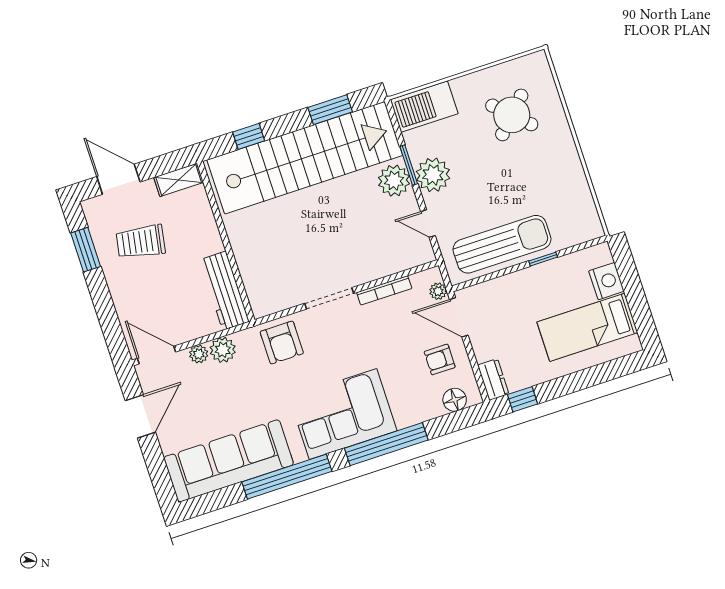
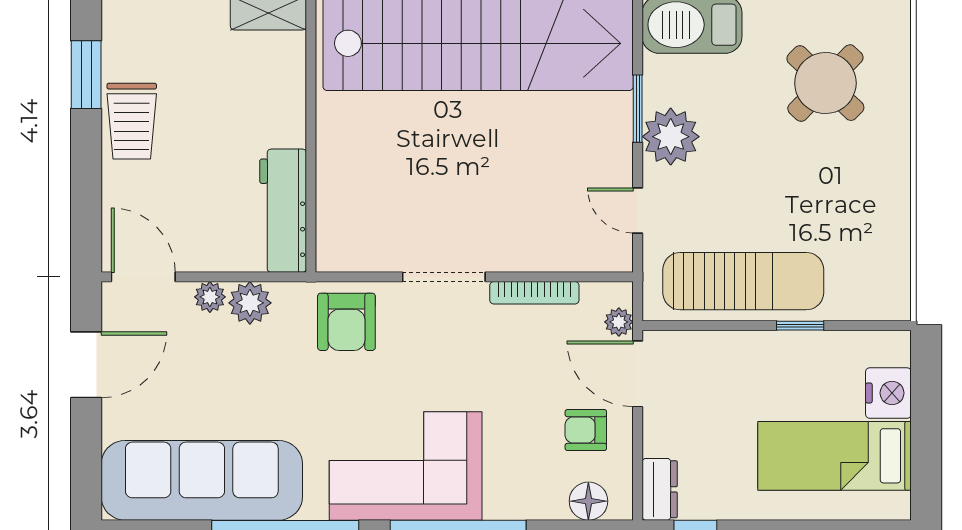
plant: (394, 181) -> (606, 125), removed
trolley: (141, 242) -> (132, 121), moved, turned -100

